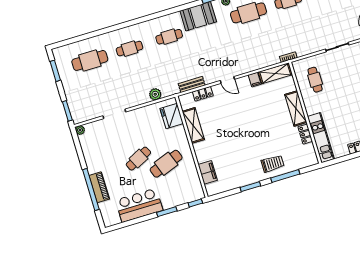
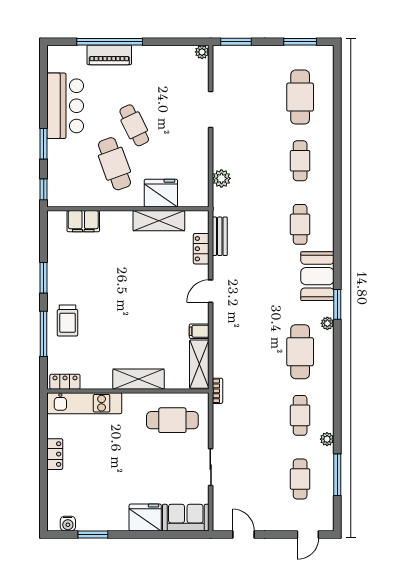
cafe table: (315, 80) -> (172, 420), width x1.37, depth x1.35
fridge: (172, 116) -> (161, 193), moved
locker: (305, 134) -> (65, 382), moved

